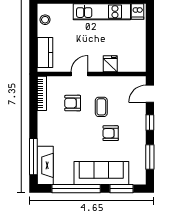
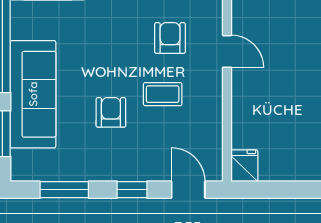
fridge: (110, 64) -> (244, 166), moved, turned -90

